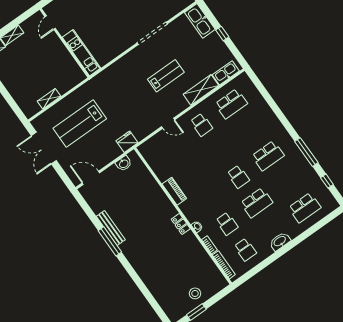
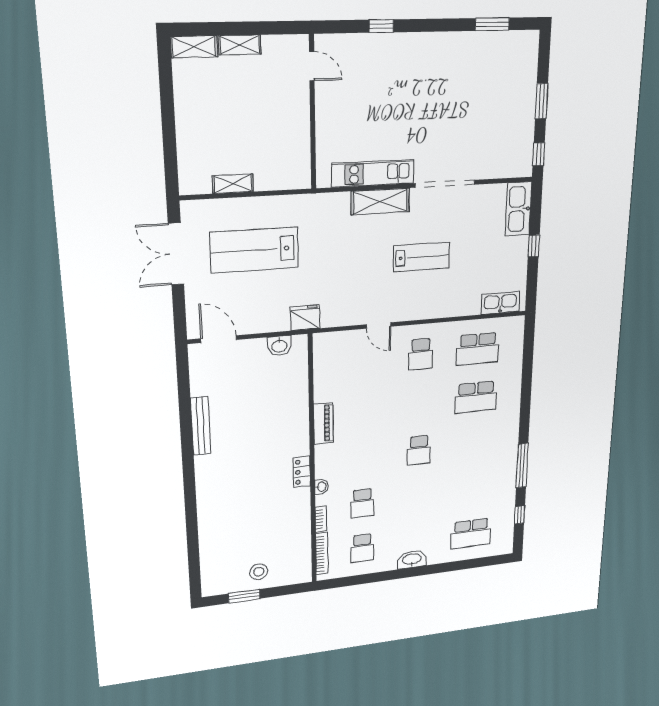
door: (50, 23) -> (312, 66), swing flipped
kitchen unit: (81, 53) -> (373, 173), moved, turned -90
shelving: (201, 90) -> (380, 202), moved
school desk: (268, 156) -> (476, 397), moved
school desk: (257, 203) -> (418, 496), removed
window: (110, 241) -> (187, 444), removed

